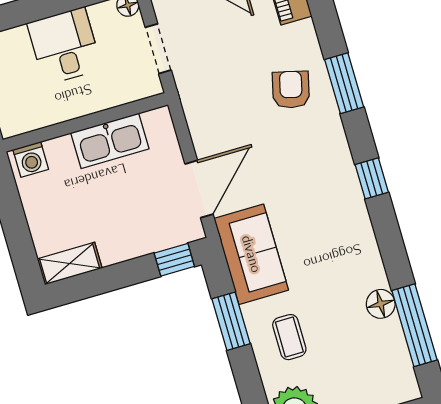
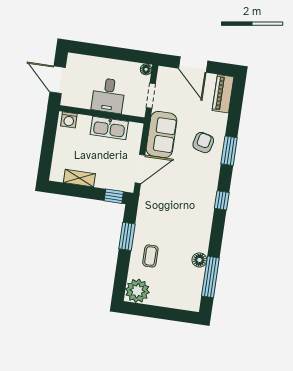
desk: (65, 46) -> (108, 95), moved, turned 180
sofa: (251, 254) -> (161, 135), moved
shelving: (70, 264) -> (79, 178), moved

